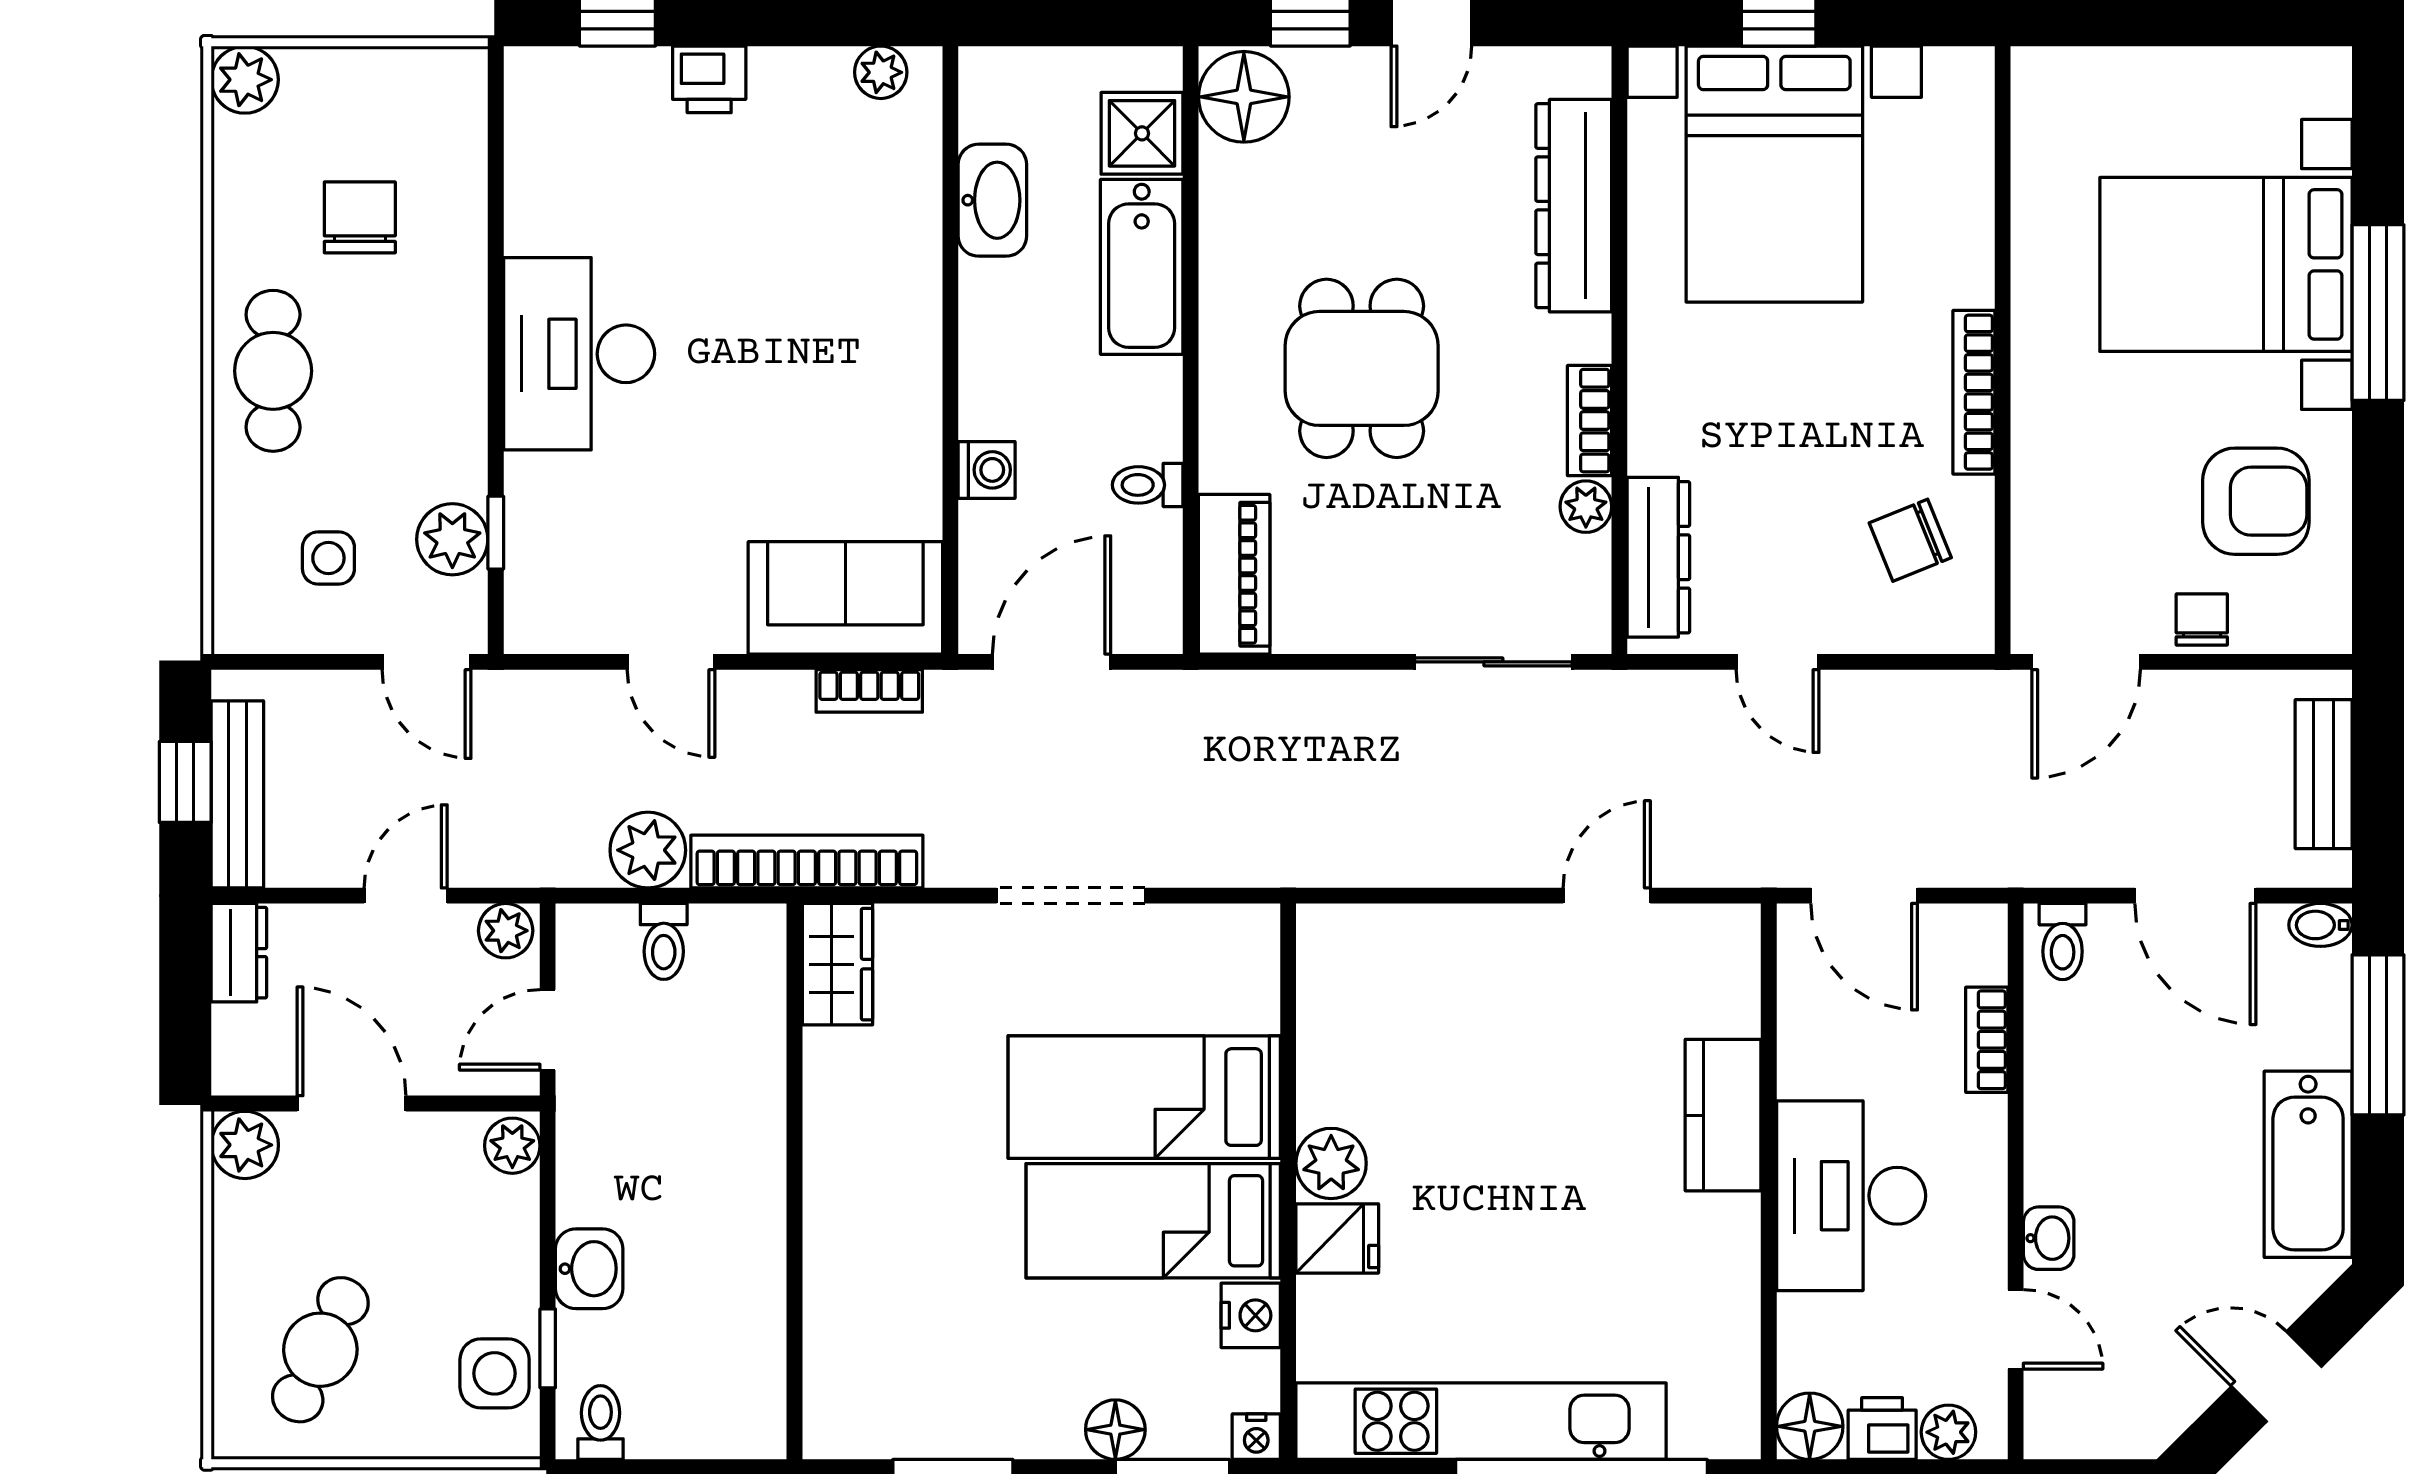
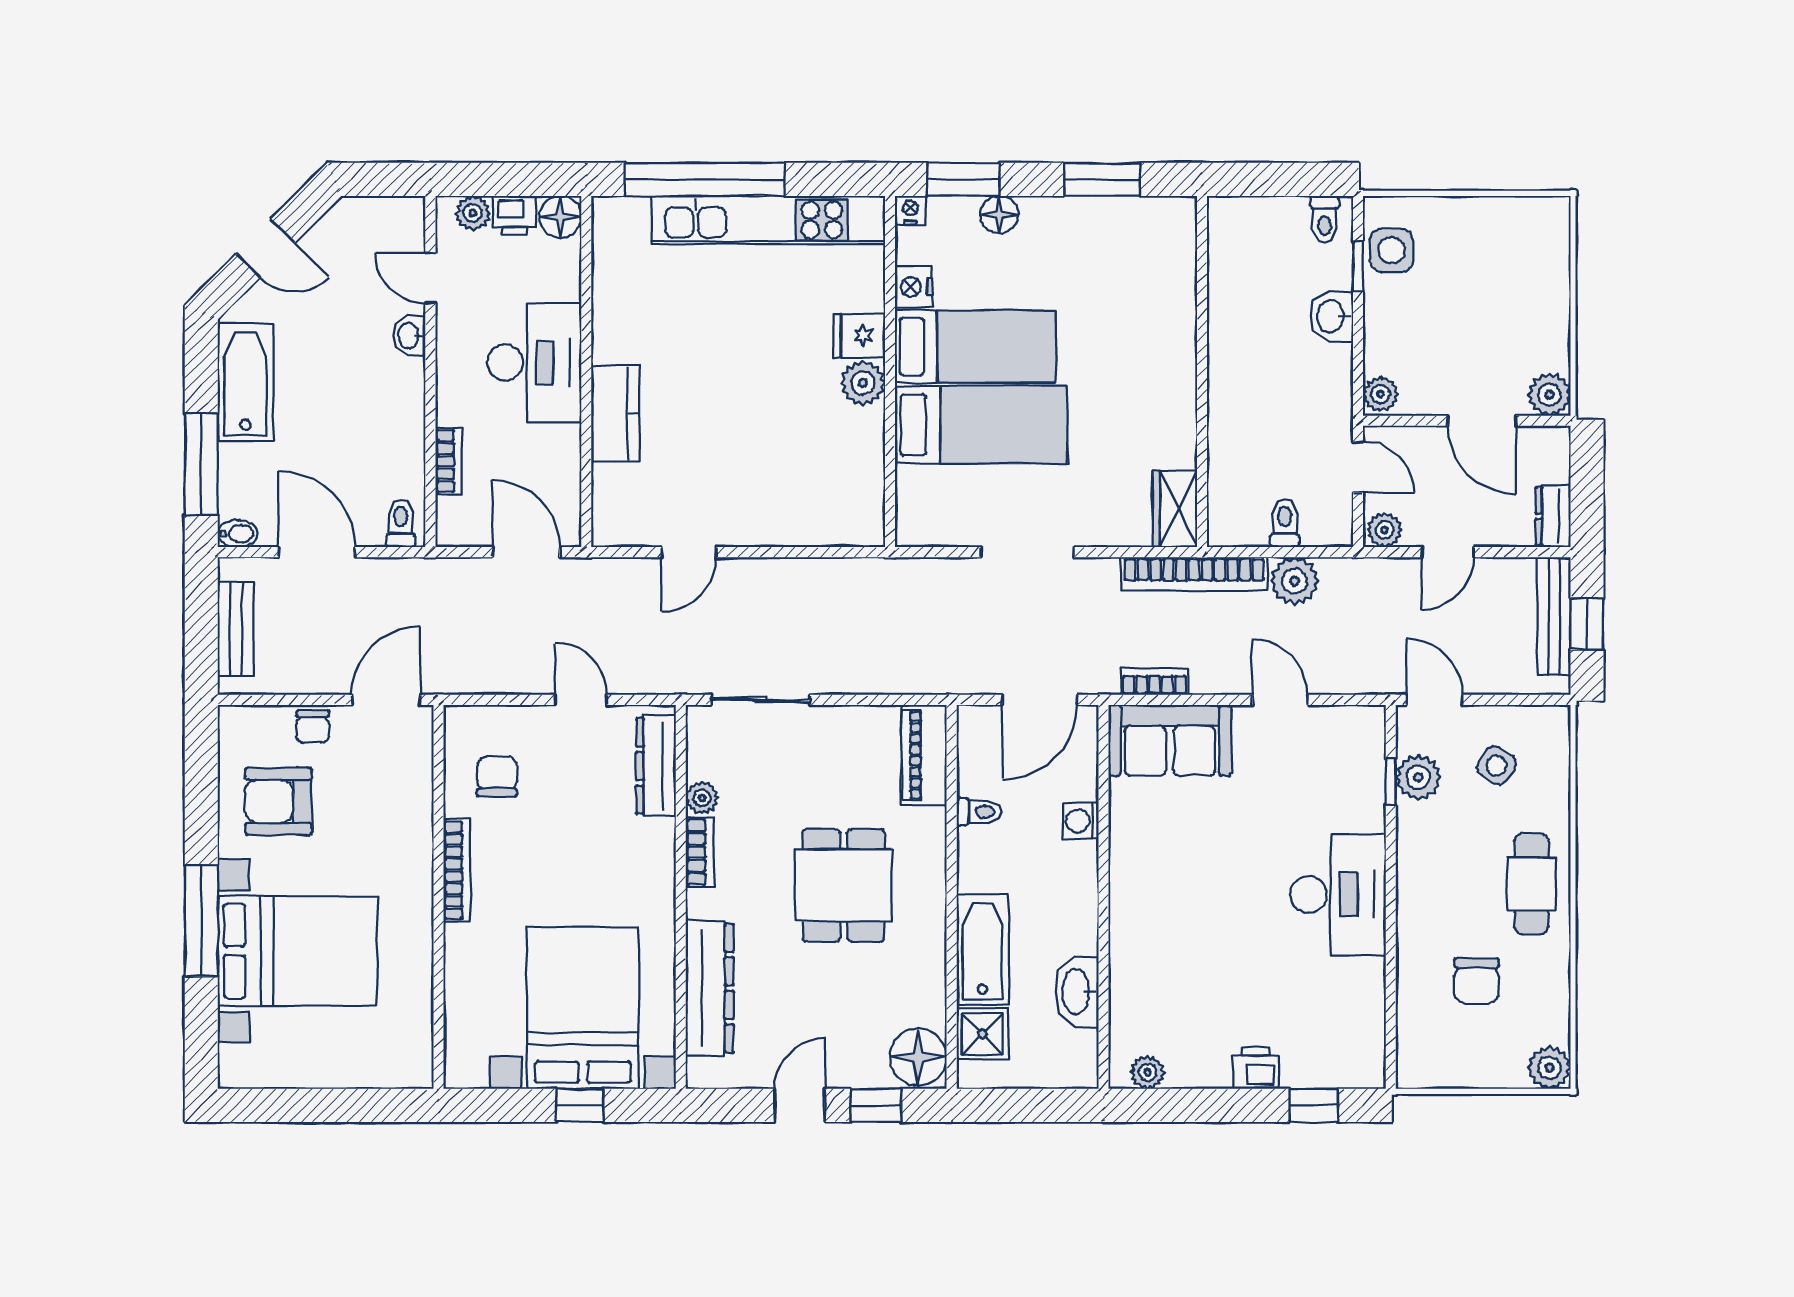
chair: (1910, 540) -> (497, 777), turned -68
side table: (328, 558) -> (1497, 765), turned 34
door: (548, 1030) -> (1358, 467), hinge flipped
cafe table: (320, 1350) -> (1502, 265), removed

